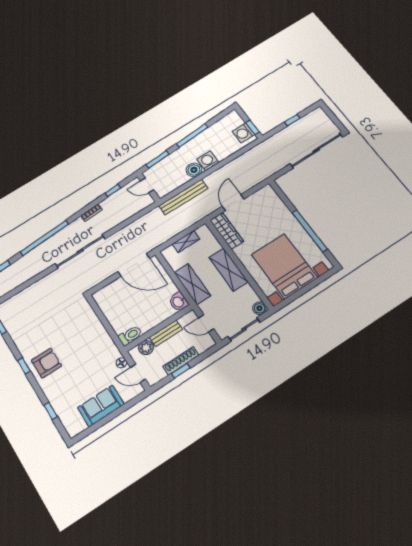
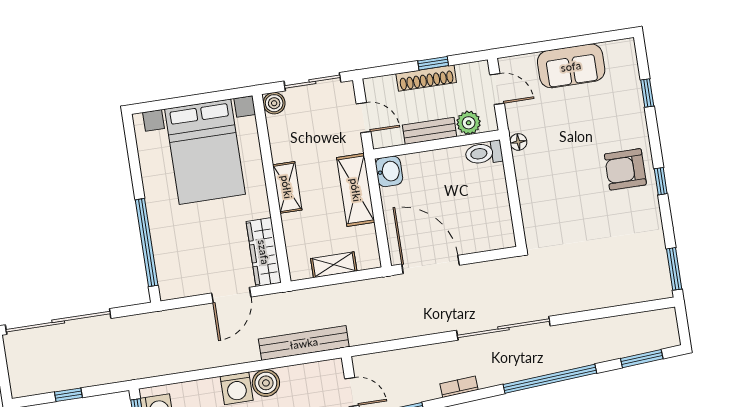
window: (310, 231) -> (147, 243), moved
shelving: (228, 270) -> (287, 187), width x0.67, depth x0.75
floor lamp: (121, 363) -> (518, 142), moved

